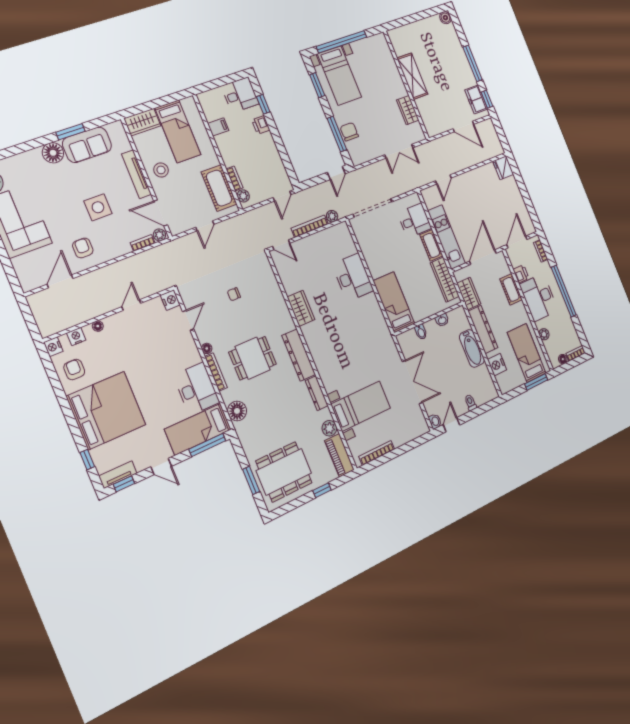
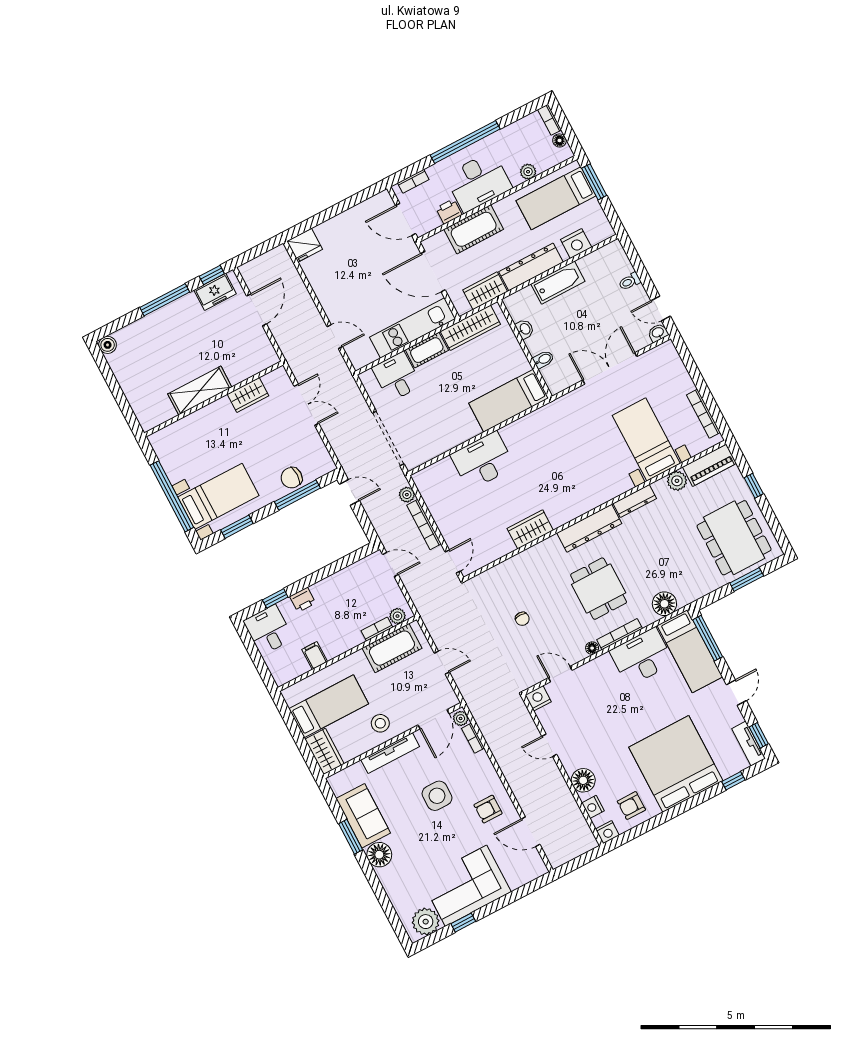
cot: (511, 289) -> (474, 229), width x1.37, depth x1.34
floor lamp: (98, 326) -> (583, 780), width x1.89, depth x1.89

